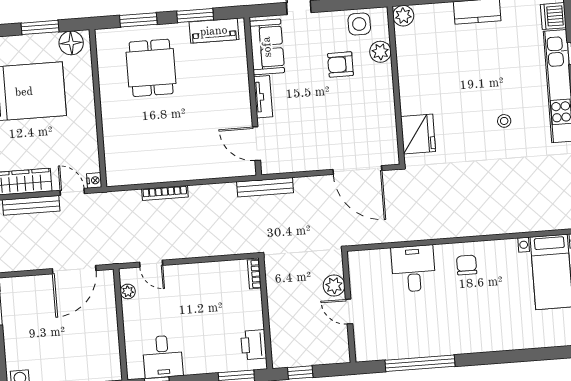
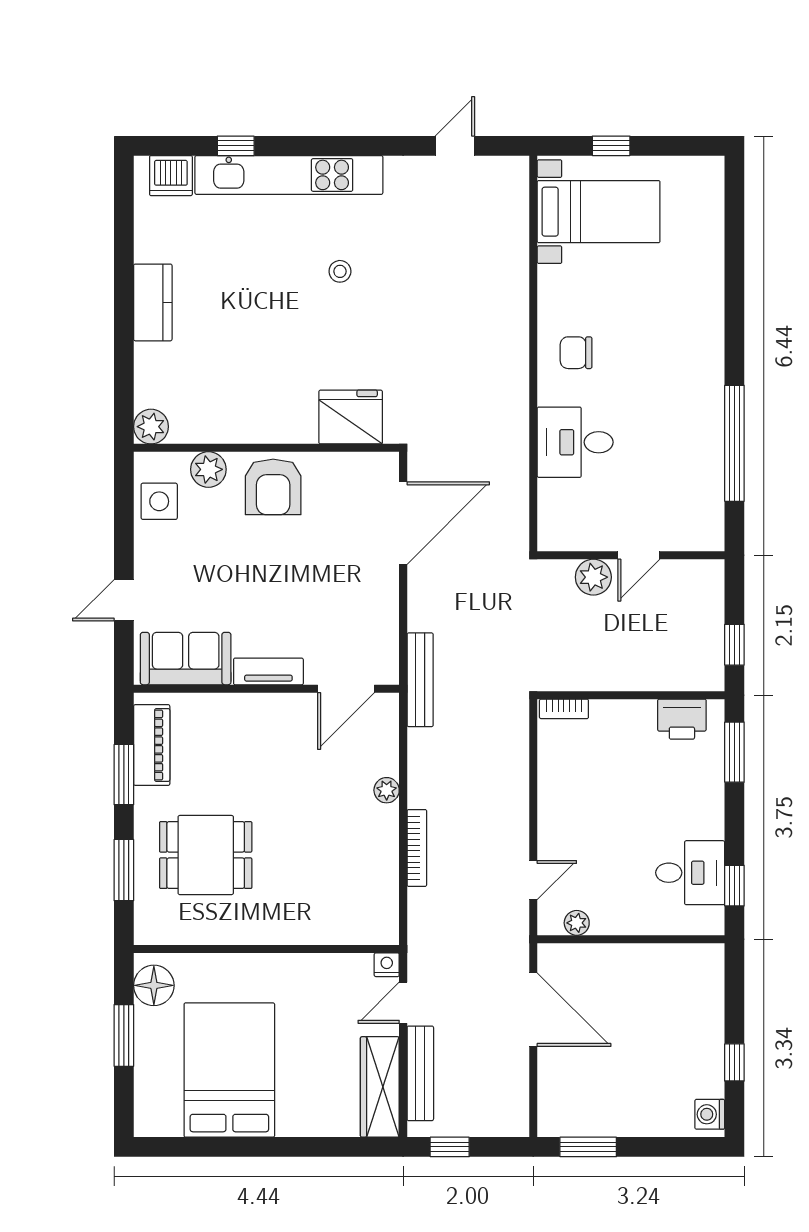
armchair: (340, 64) -> (273, 487), moved, width x1.38, depth x1.38
plant: (198, 172) -> (387, 790), added

